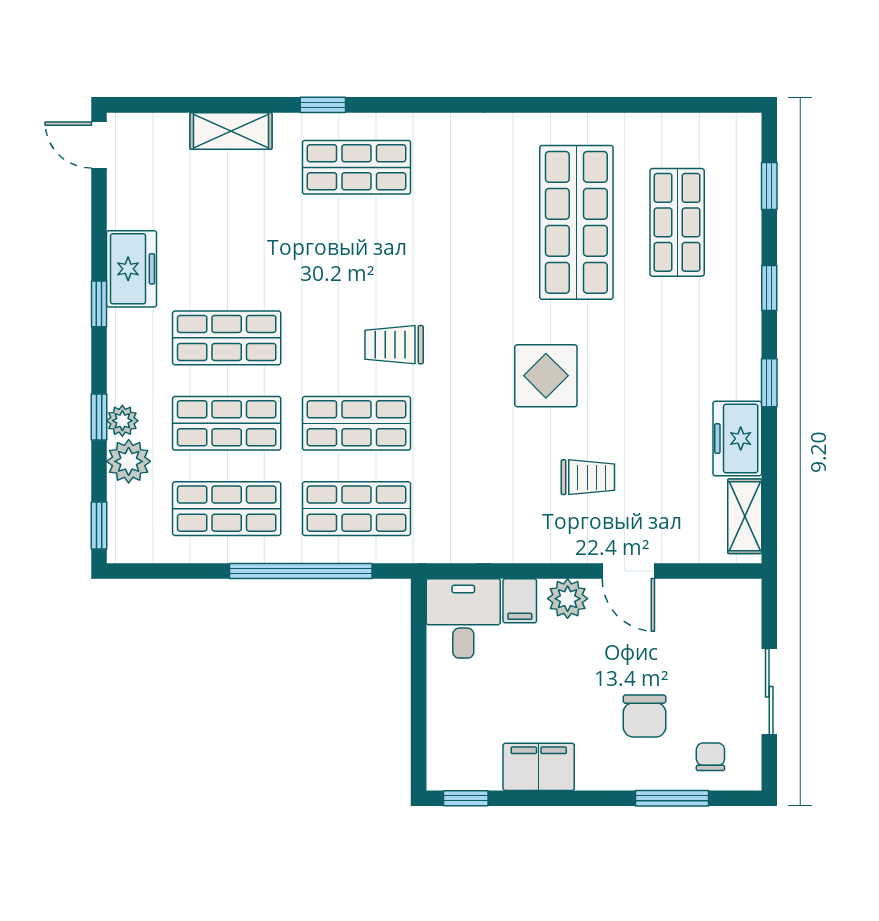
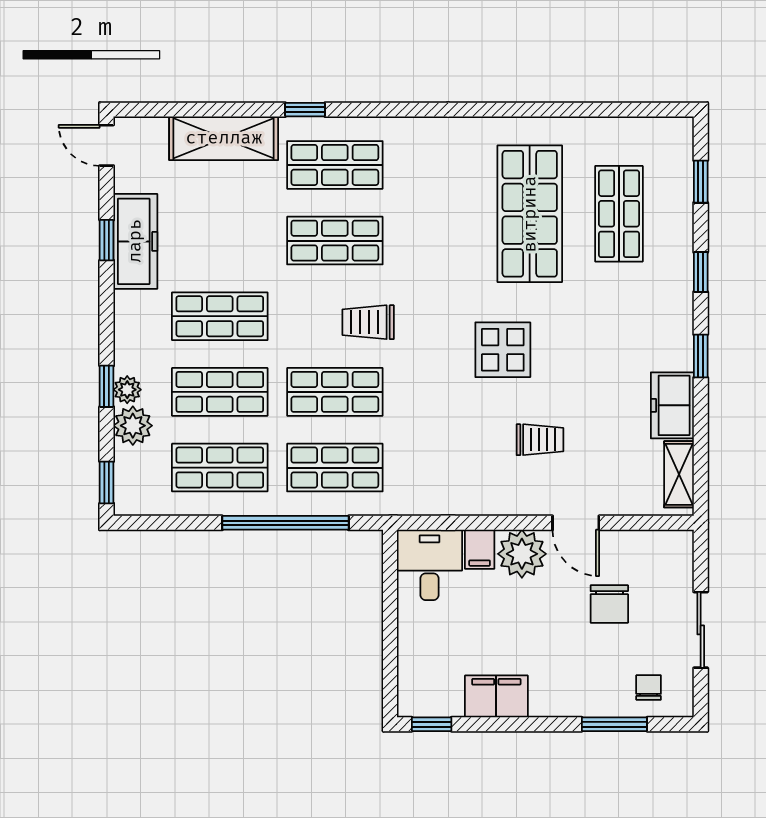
shelving: (231, 131) -> (224, 138), width x1.50, depth x1.33
shop shelf: (356, 253) -> (335, 241), added
freezer: (132, 269) -> (135, 241), width x1.40
window: (99, 304) -> (107, 240), moved
plant: (568, 599) -> (522, 554), width x1.36, depth x1.36
chair: (645, 716) -> (609, 604), moved

